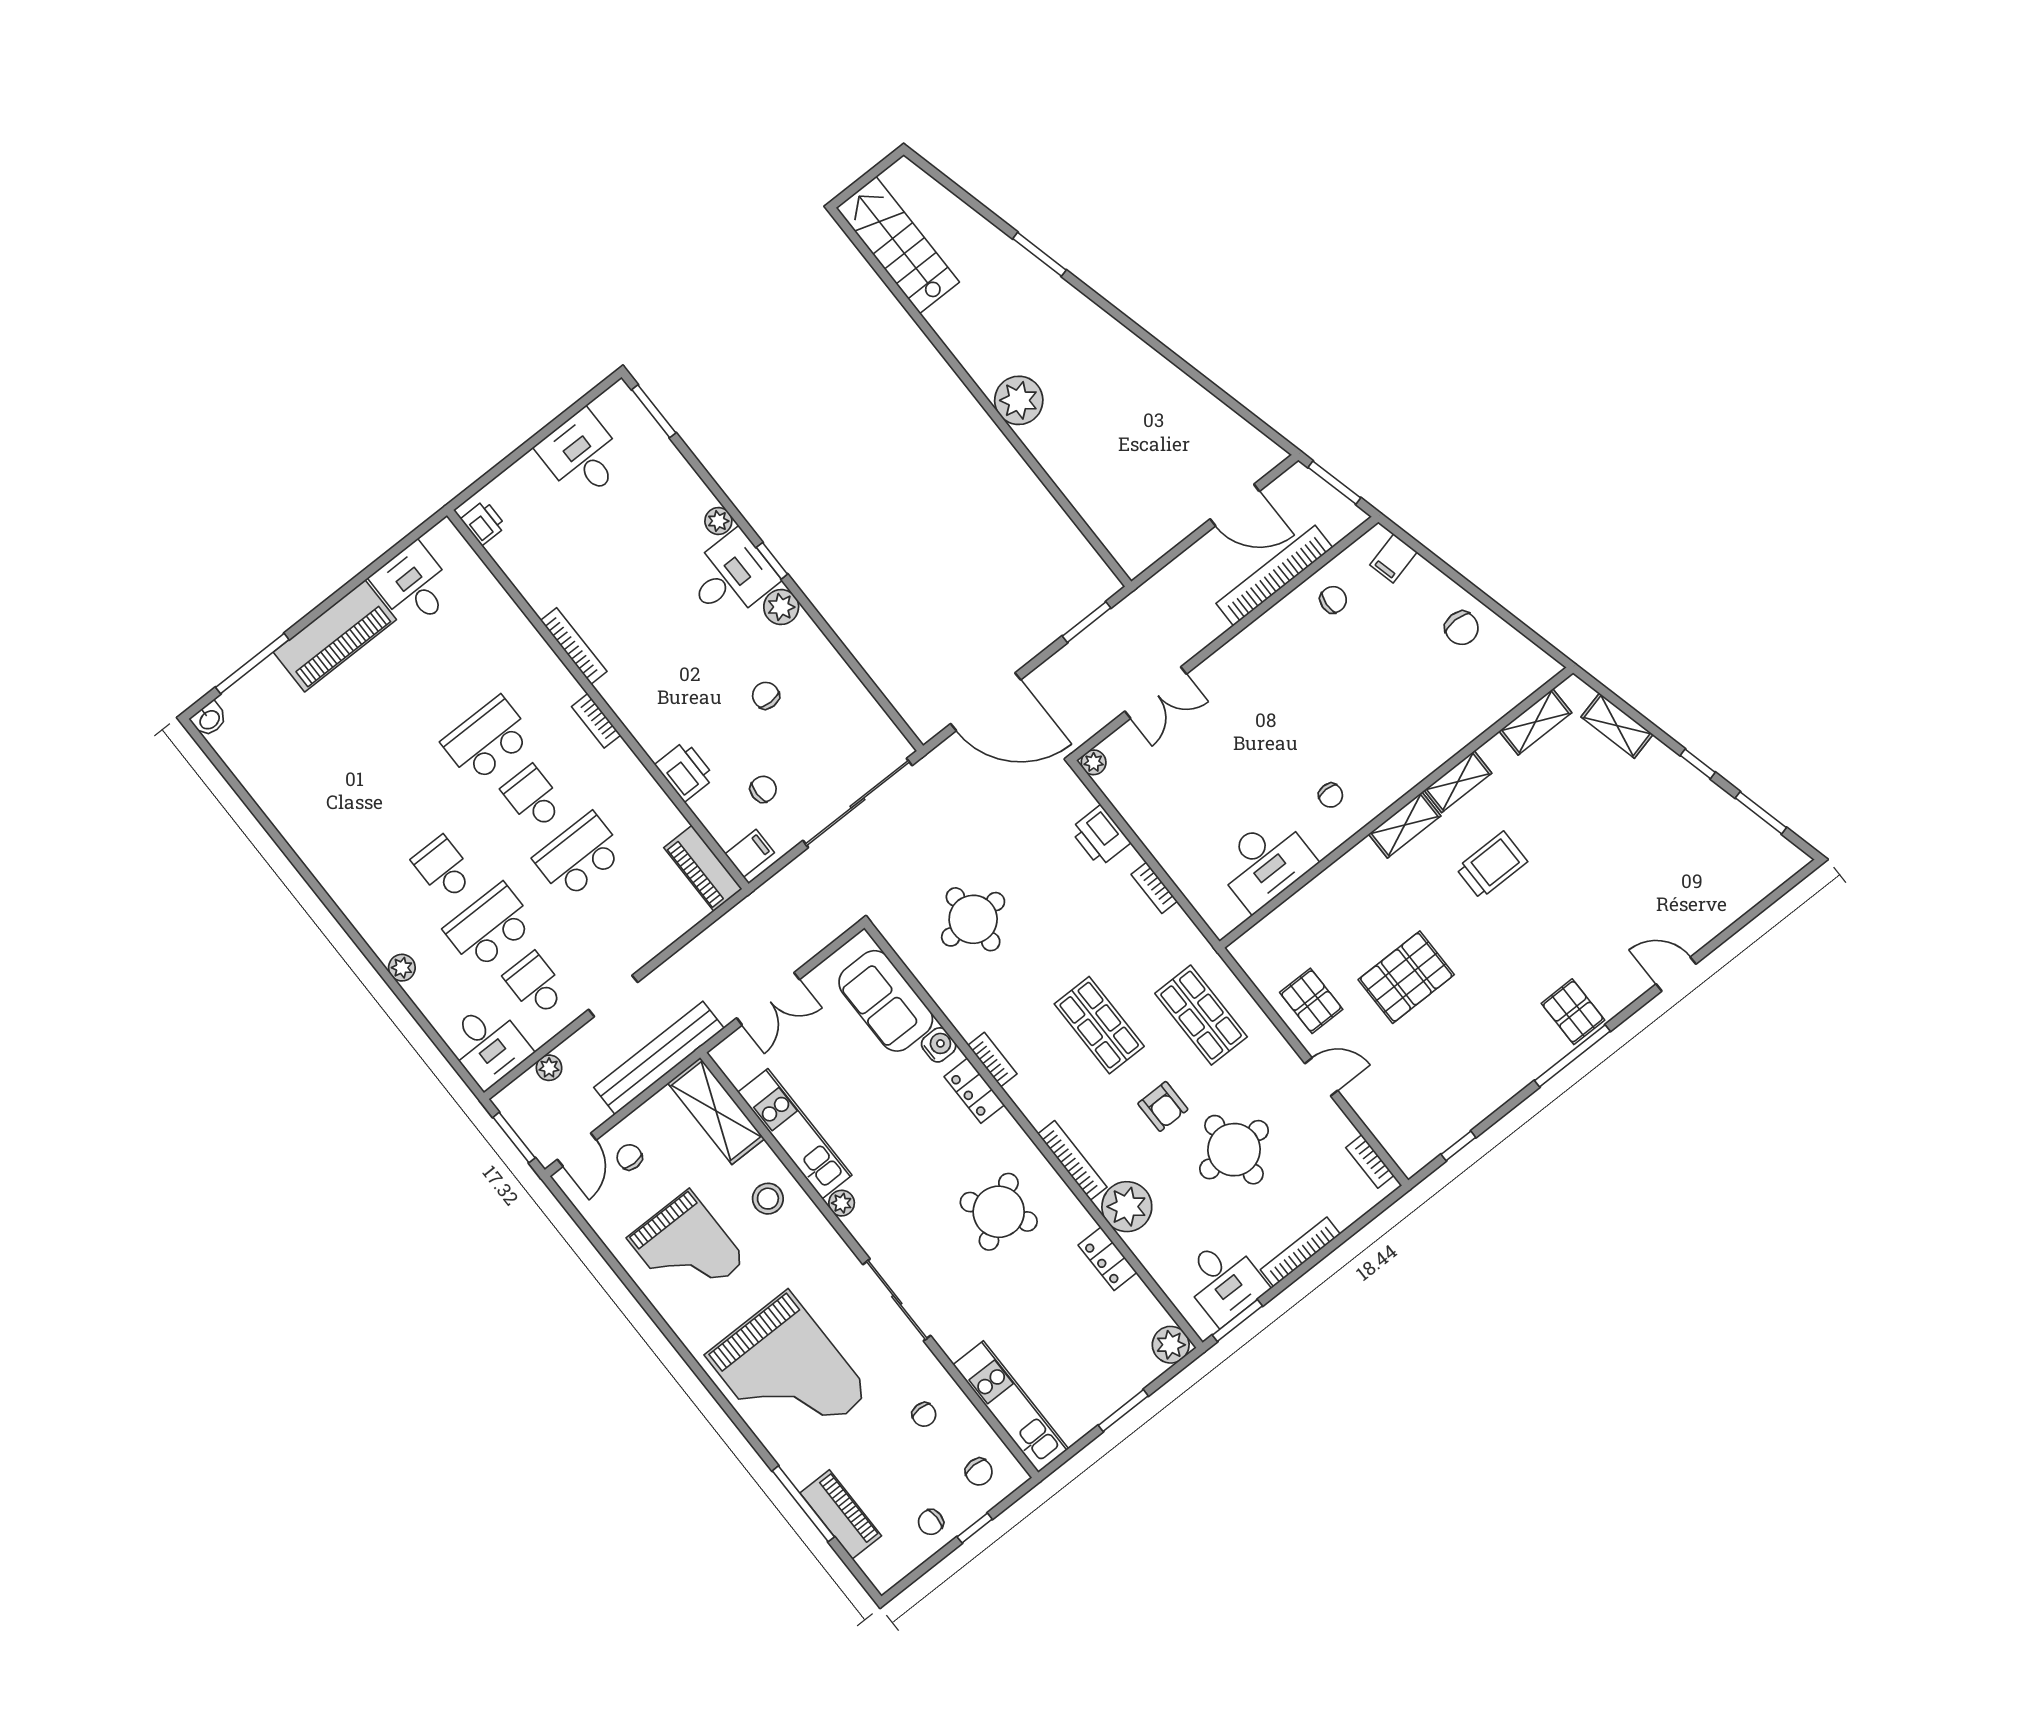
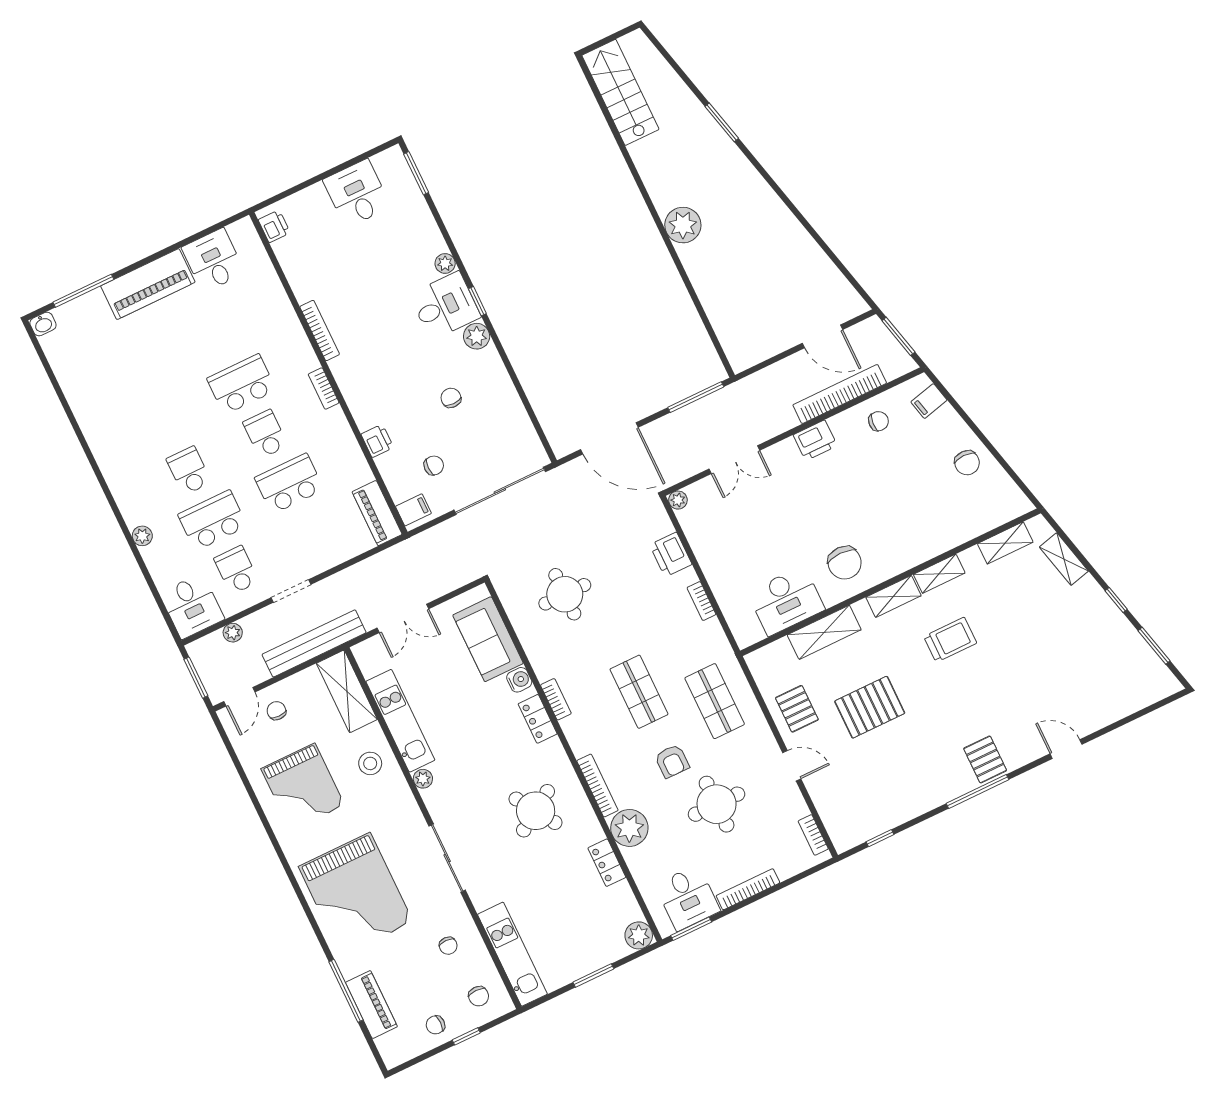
window: (1087, 622) -> (696, 397), width x1.44
printer: (1256, 644) -> (815, 440), added
printer: (685, 771) -> (377, 441), width x0.73, depth x0.81
chair: (1331, 795) -> (845, 563), width x1.87, depth x1.87
shelving: (1324, 893) -> (824, 632), added

